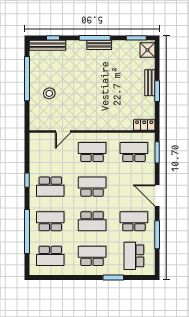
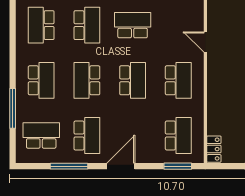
school desk: (50, 187) -> (133, 25), turned 90
window: (113, 278) -> (13, 108), width x1.44

